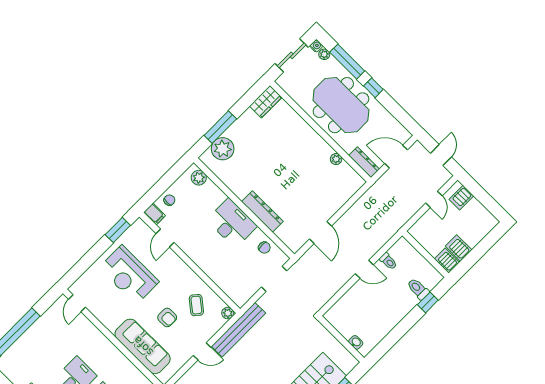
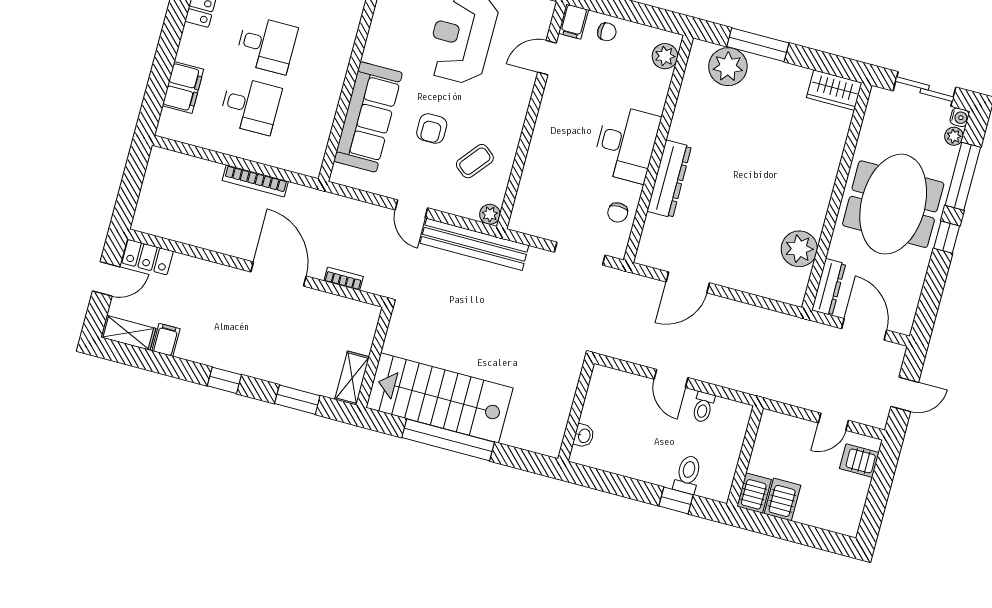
plant: (336, 159) -> (799, 249), width x1.87, depth x1.87
wall: (341, 339) -> (576, 411), moved
washbasin: (356, 342) -> (584, 436), moved

